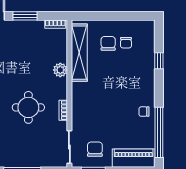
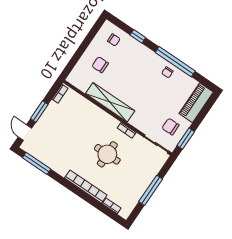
chair: (126, 43) -> (114, 40), moved
shelving: (79, 53) -> (110, 102), moved
plant: (60, 70) -> (96, 113), removed
window: (159, 132) -> (175, 62), moved

